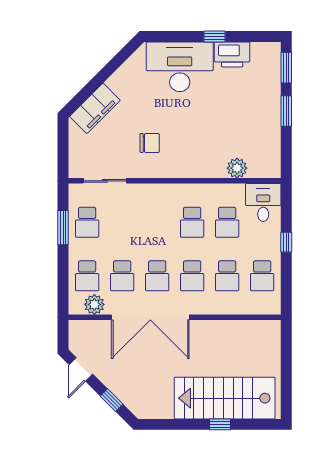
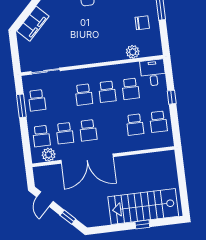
chair: (150, 143) -> (142, 23), moved
school desk: (192, 276) -> (84, 95), moved

